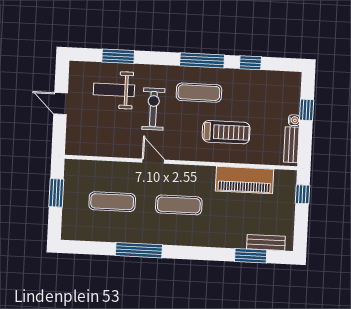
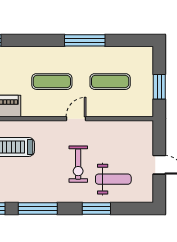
window: (118, 56) -> (96, 209), moved
exercise mat: (199, 93) -> (39, 180), removed
door: (153, 161) -> (76, 119), swing flipped

